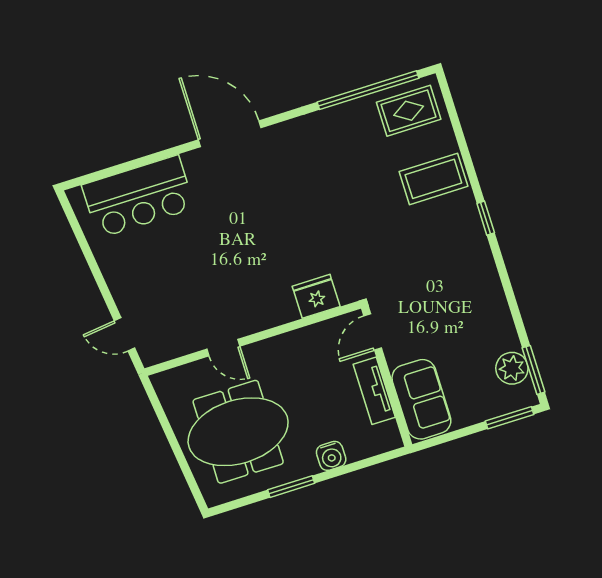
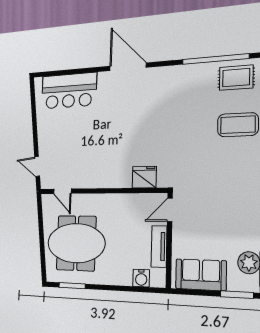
door: (223, 348) -> (62, 191), moved
sofa: (421, 399) -> (201, 275), moved, turned -90
water cooler: (331, 456) -> (141, 278), moved
window: (291, 487) -> (72, 286), moved

